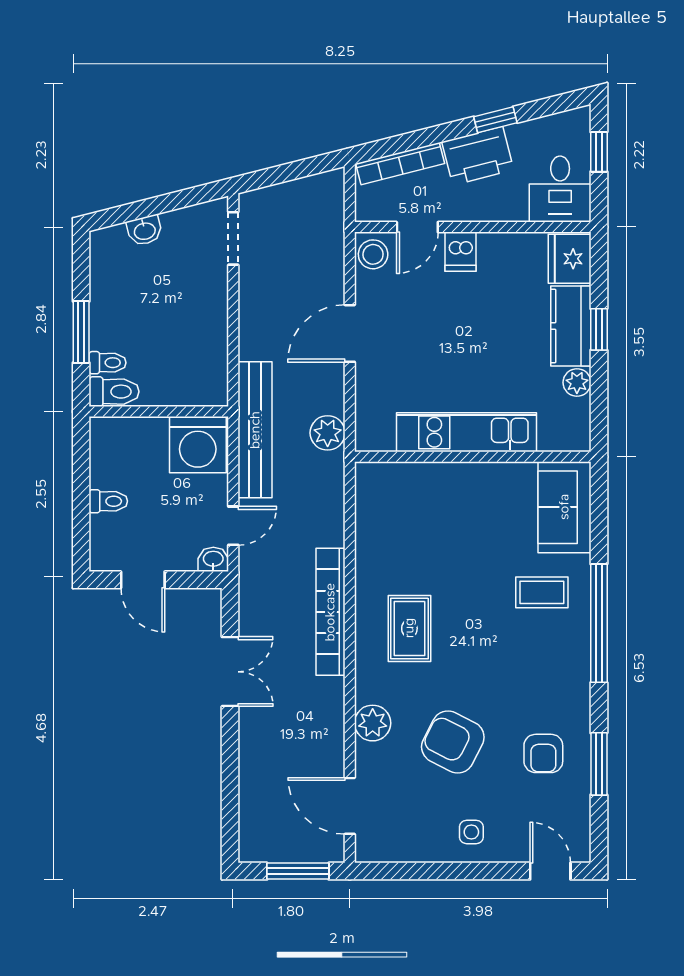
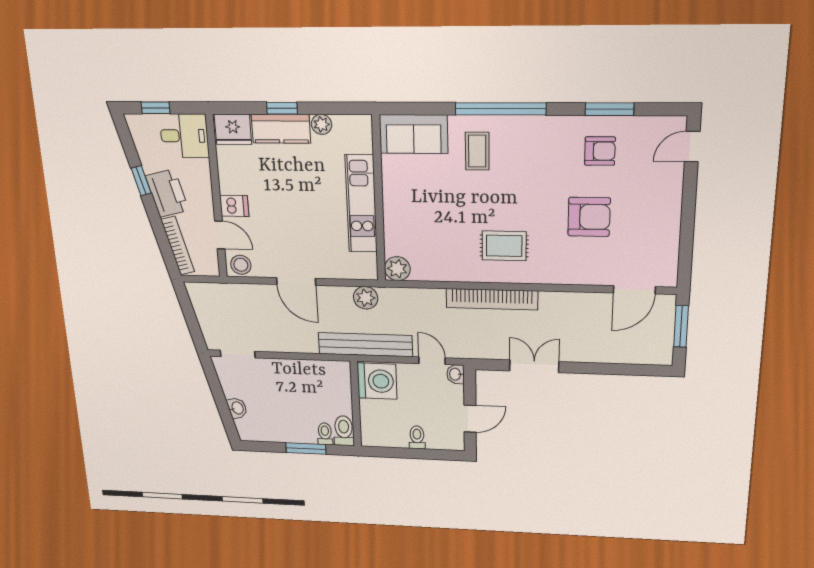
plant: (373, 723) -> (397, 269), moved
armchair: (453, 742) -> (589, 217), turned -117
side table: (471, 832) -> (658, 205), removed

